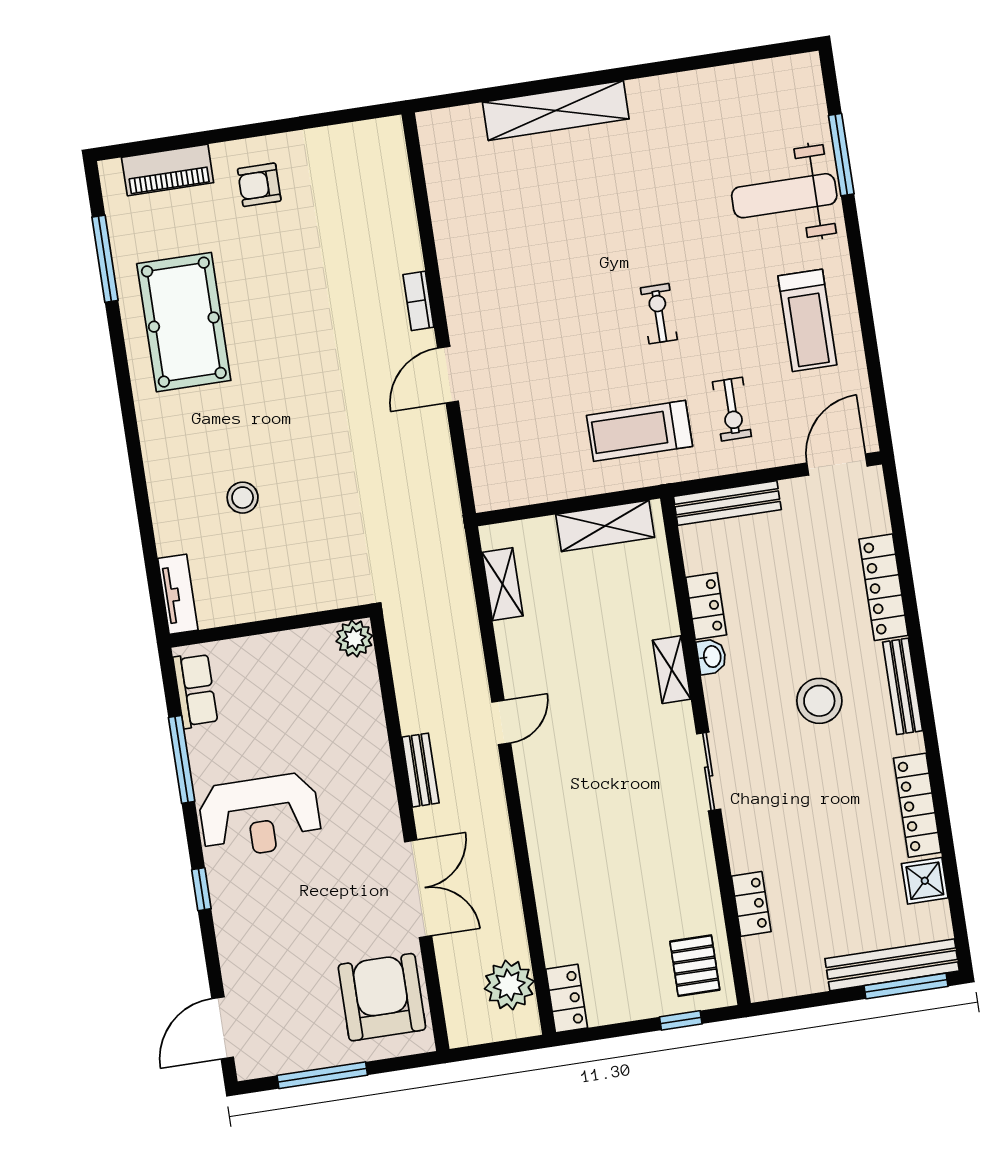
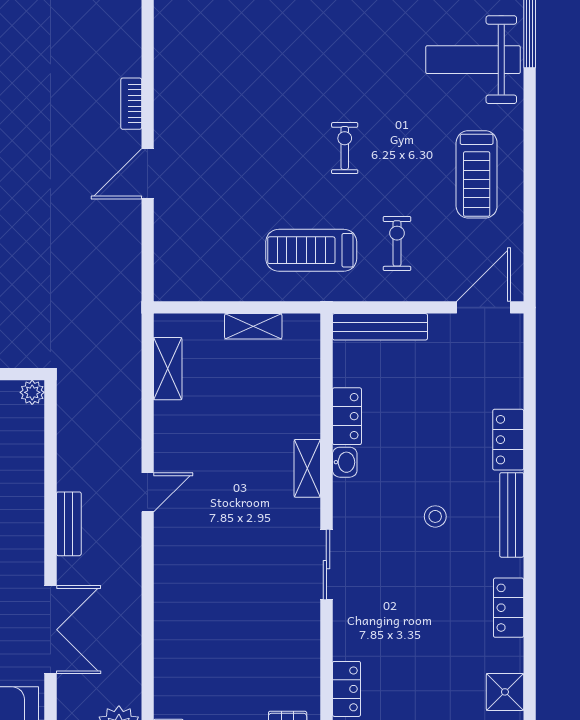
exercise bike: (732, 409) -> (397, 243), turned 180
shelving: (605, 526) -> (253, 326), width x0.67, depth x0.75
locker: (883, 587) -> (508, 440), width x0.66
plant: (354, 639) -> (32, 392), width x0.73, depth x0.73
stool: (819, 701) -> (435, 516), width x0.53, depth x0.53
locker: (917, 805) -> (509, 608), width x0.66

